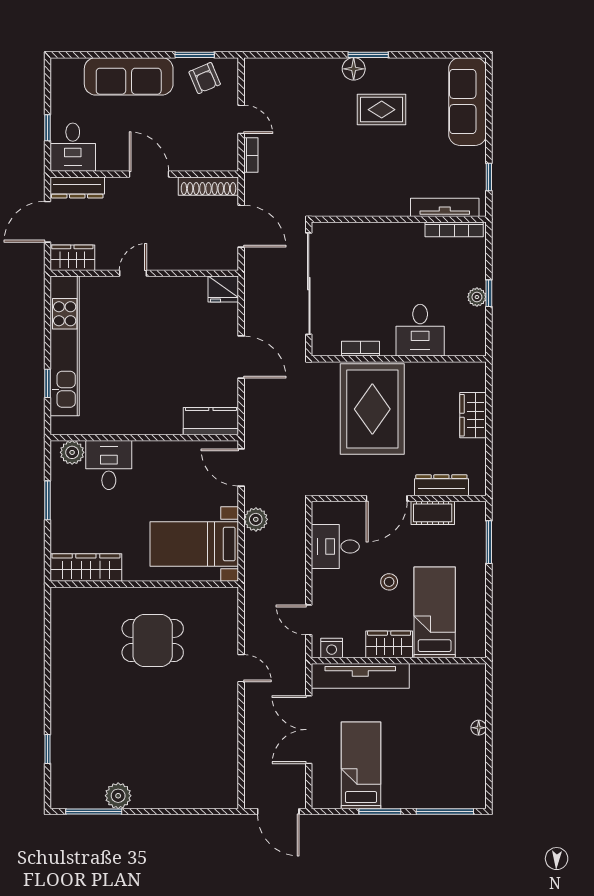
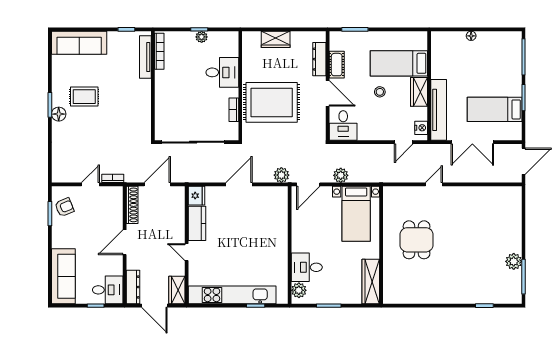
sofa: (129, 76) -> (63, 276), moved
rug: (382, 110) -> (84, 97), turned 90
kitchen counter: (211, 421) -> (197, 223), moved, turned 180
plant: (256, 425) -> (281, 175), added
desk: (335, 546) -> (343, 126), moved

